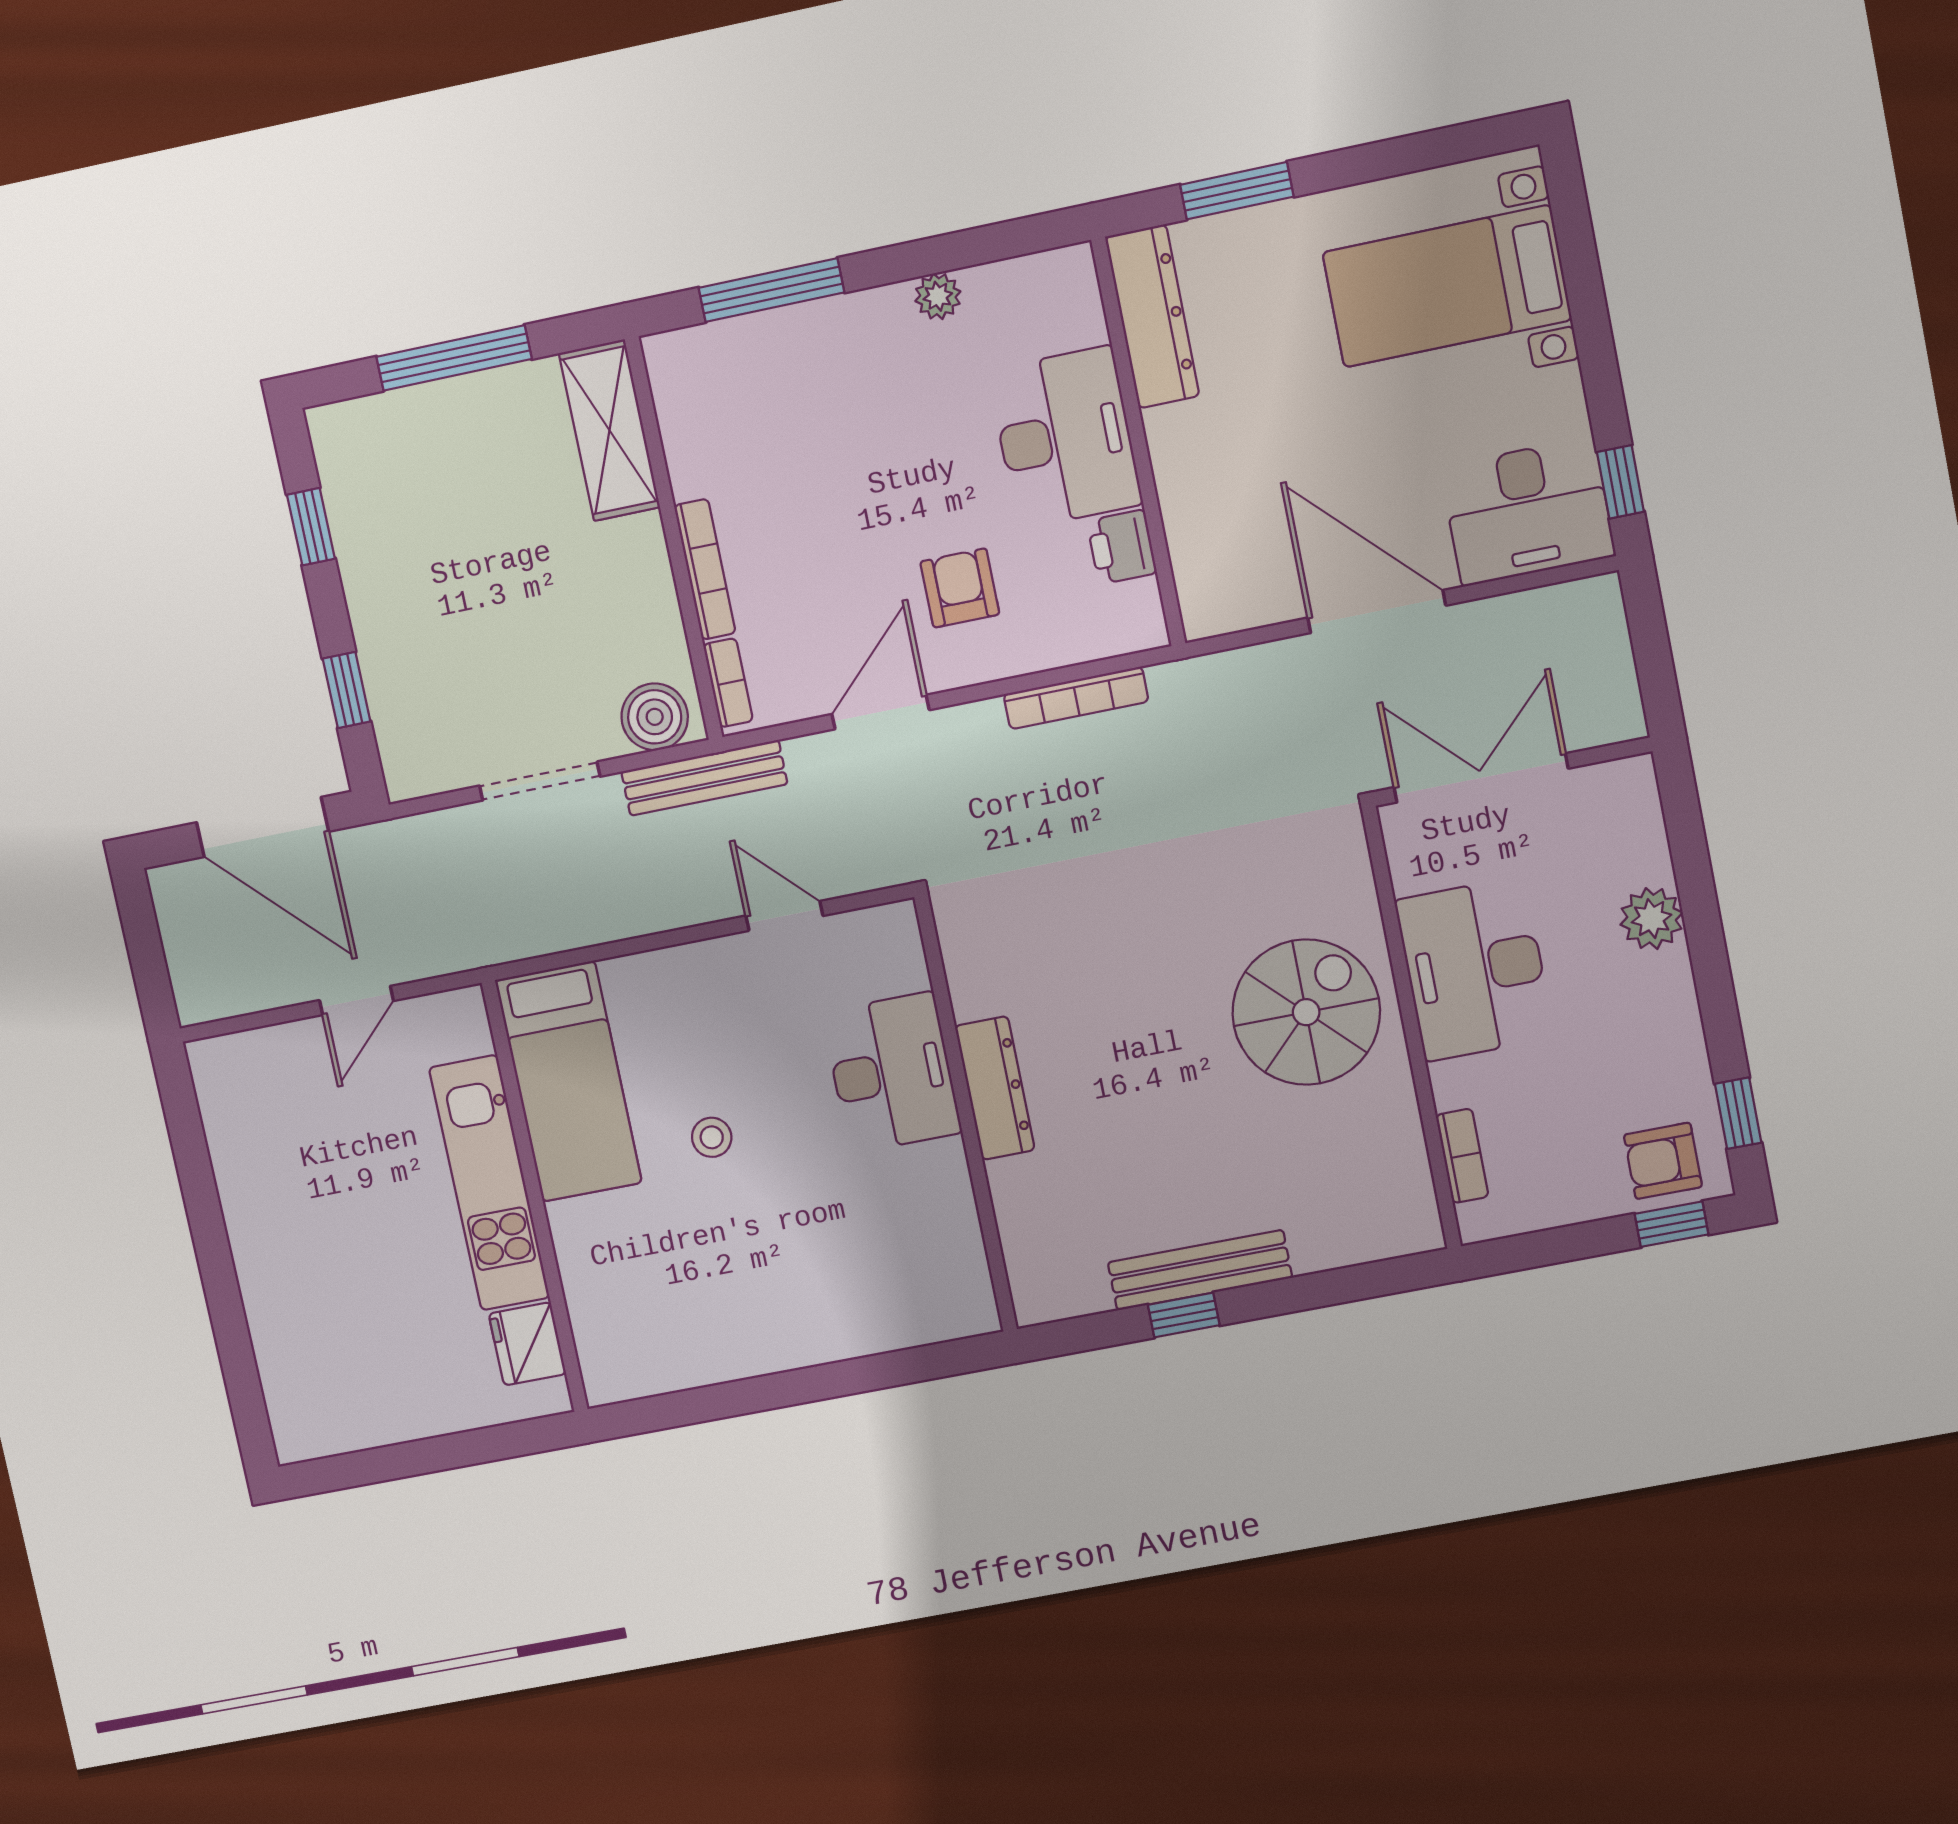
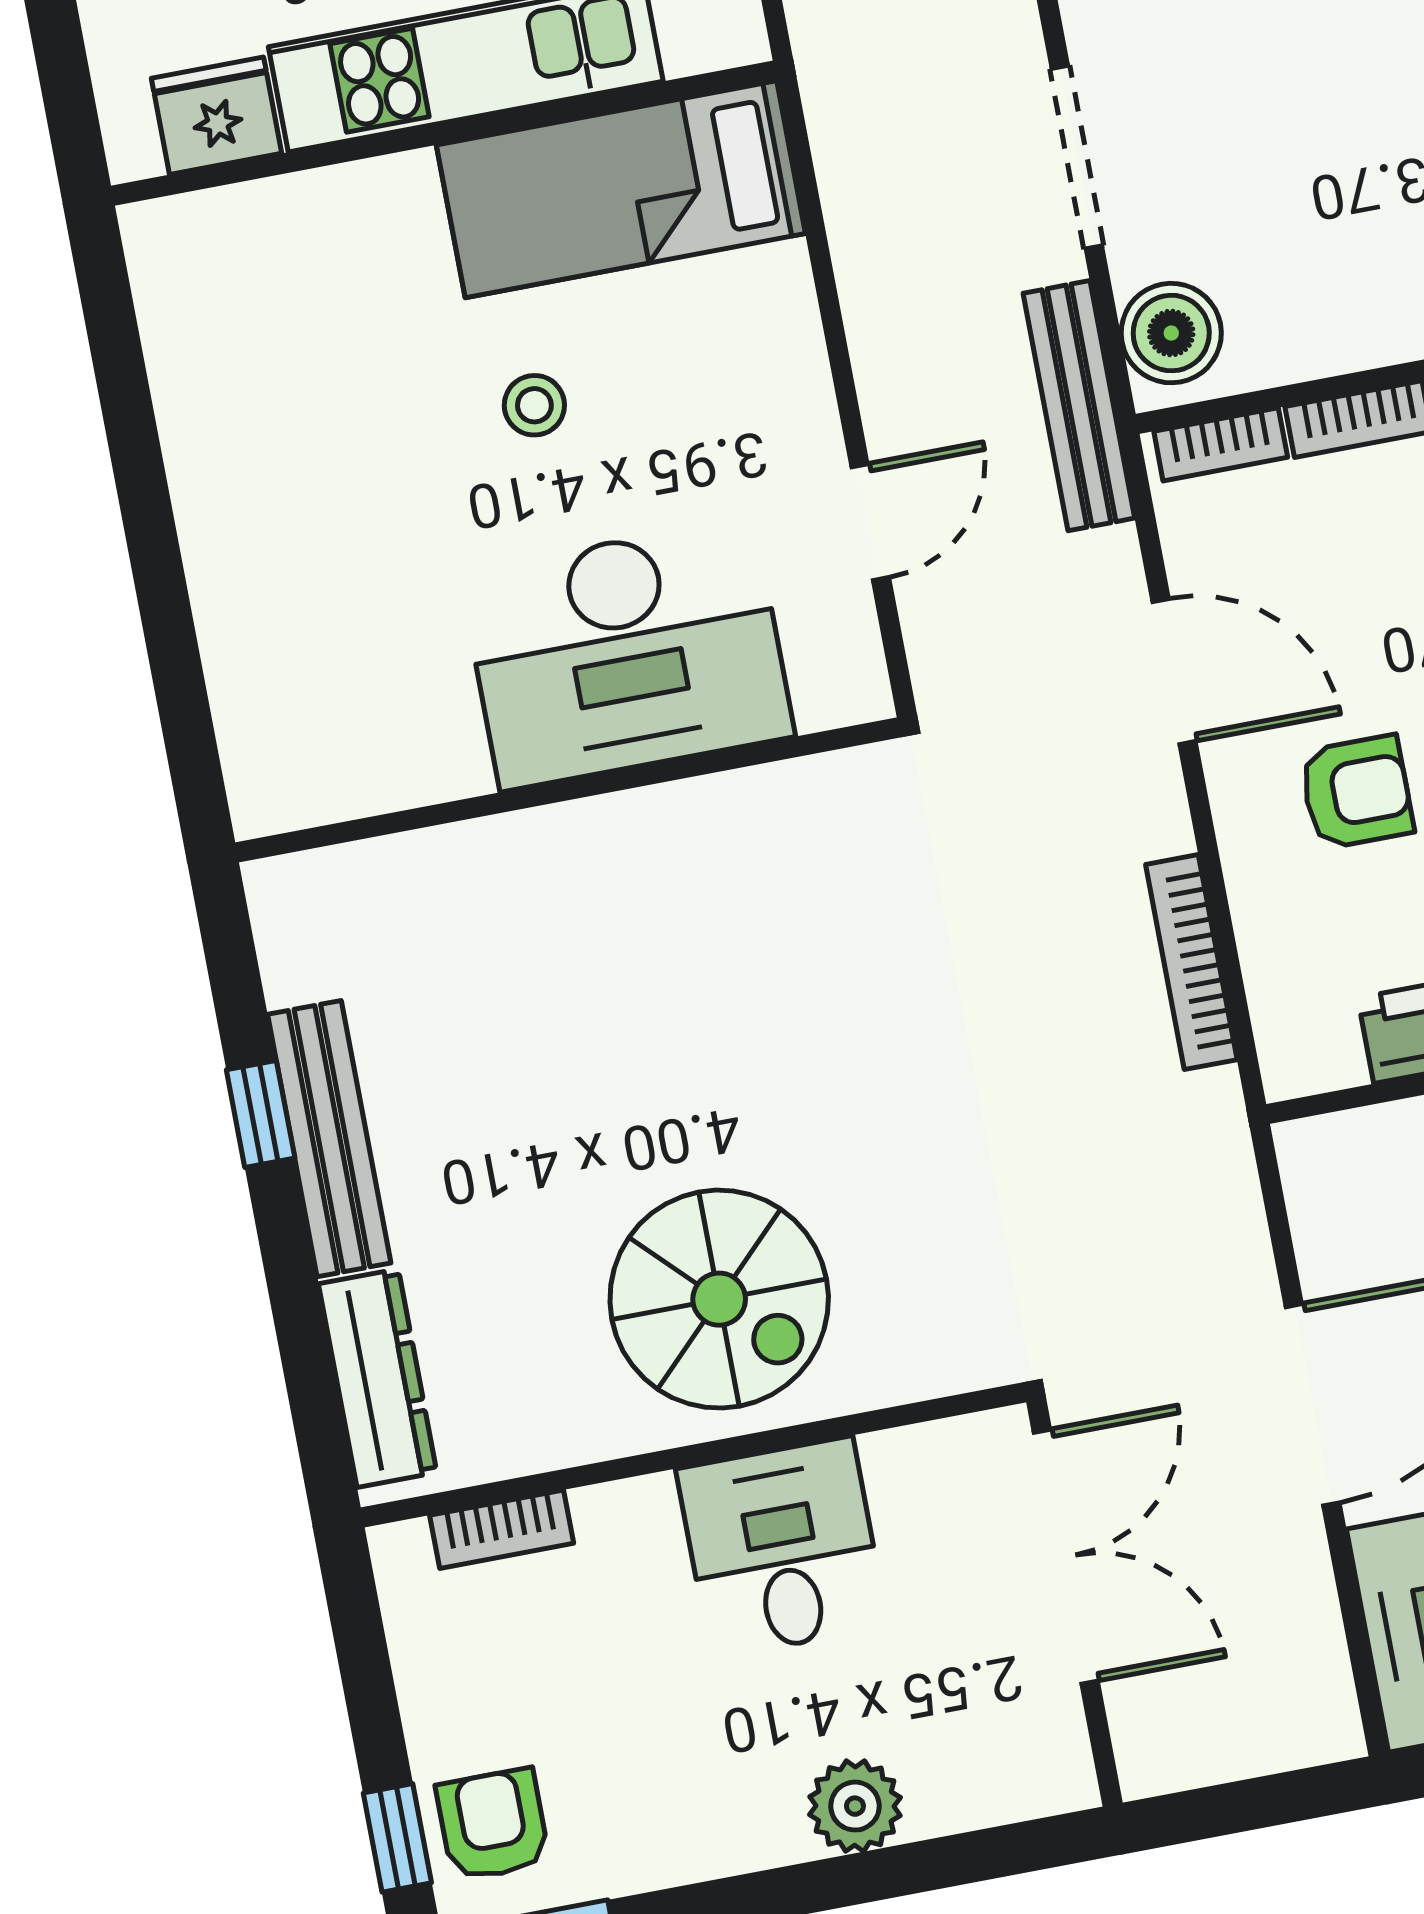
desk: (1475, 969) -> (782, 1548), width x0.73
desk: (892, 1073) -> (627, 654), width x1.36, depth x1.30
dresser: (995, 1088) -> (378, 1378), moved, turned -90

